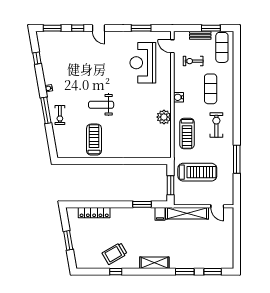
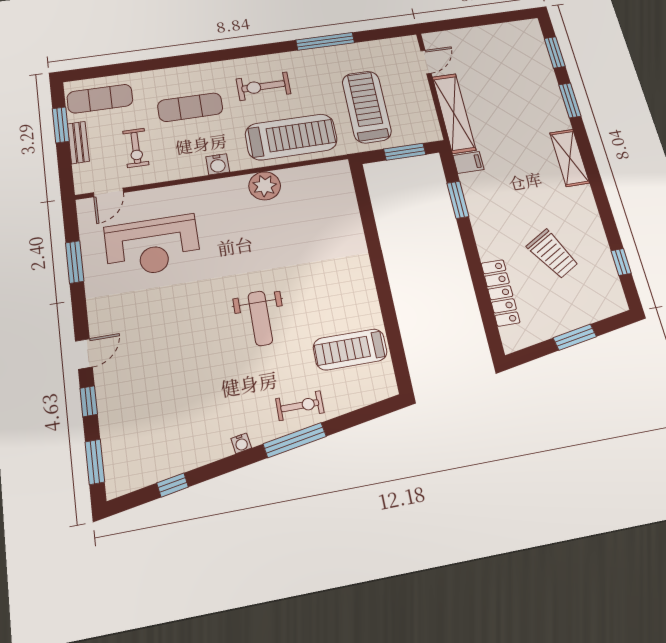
treadmill: (187, 134) -> (291, 137), width x1.37, depth x1.38
treadmill: (94, 140) -> (350, 349), moved
trolley: (115, 253) -> (553, 254), moved
window: (116, 272) -> (621, 262), moved

